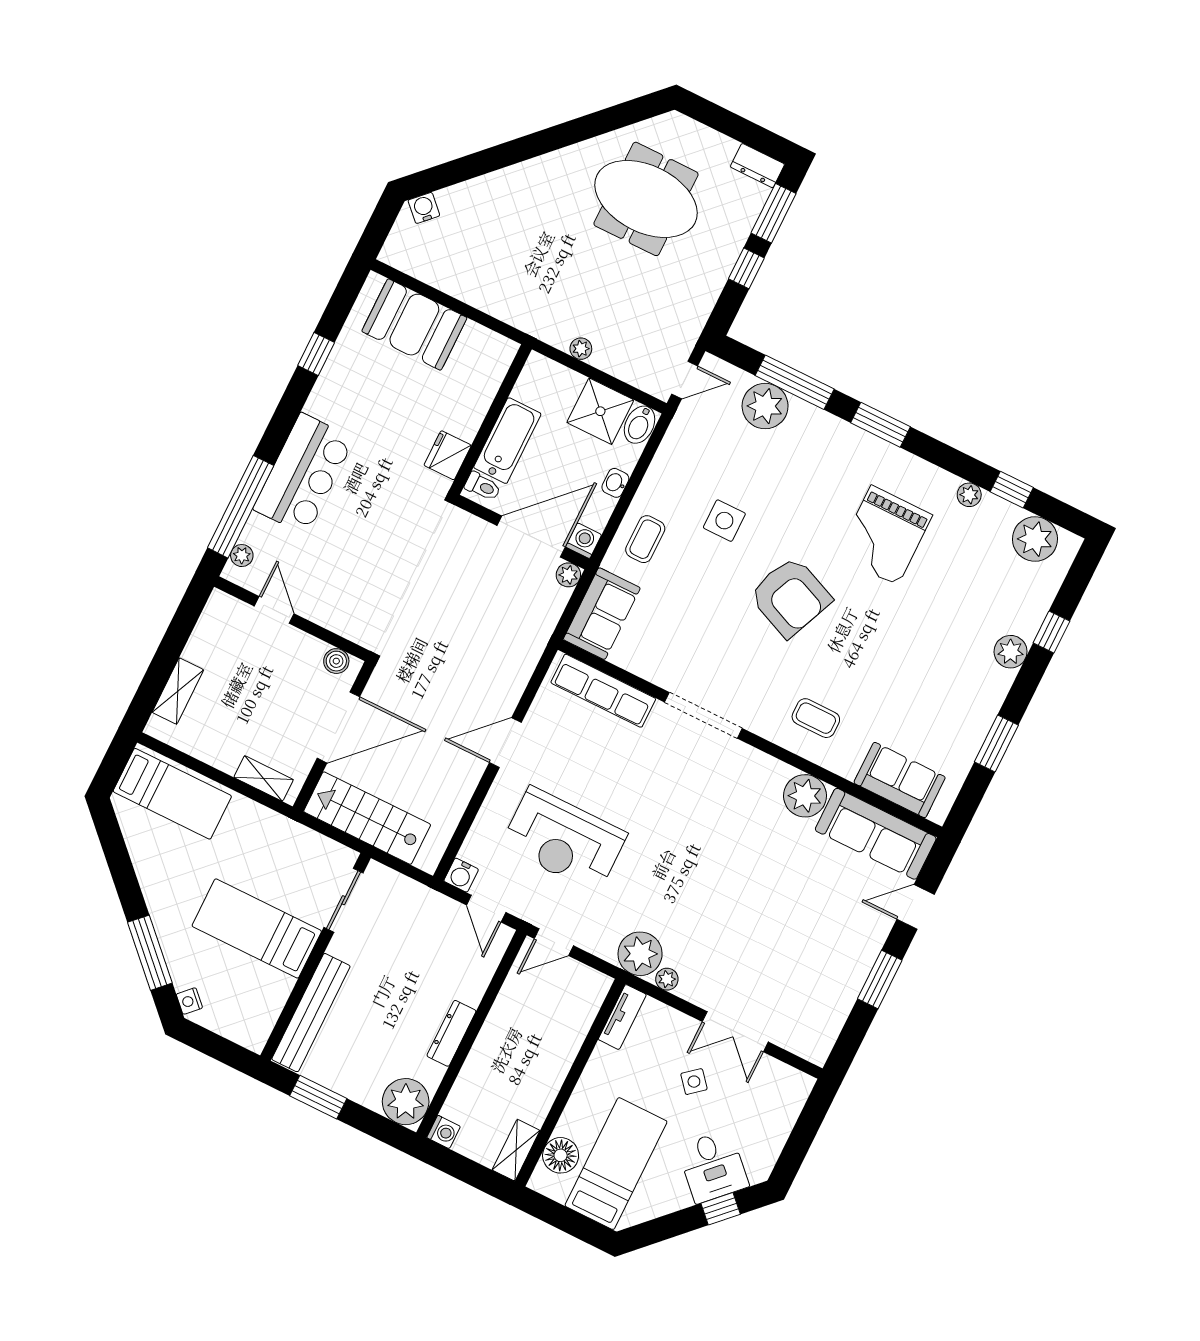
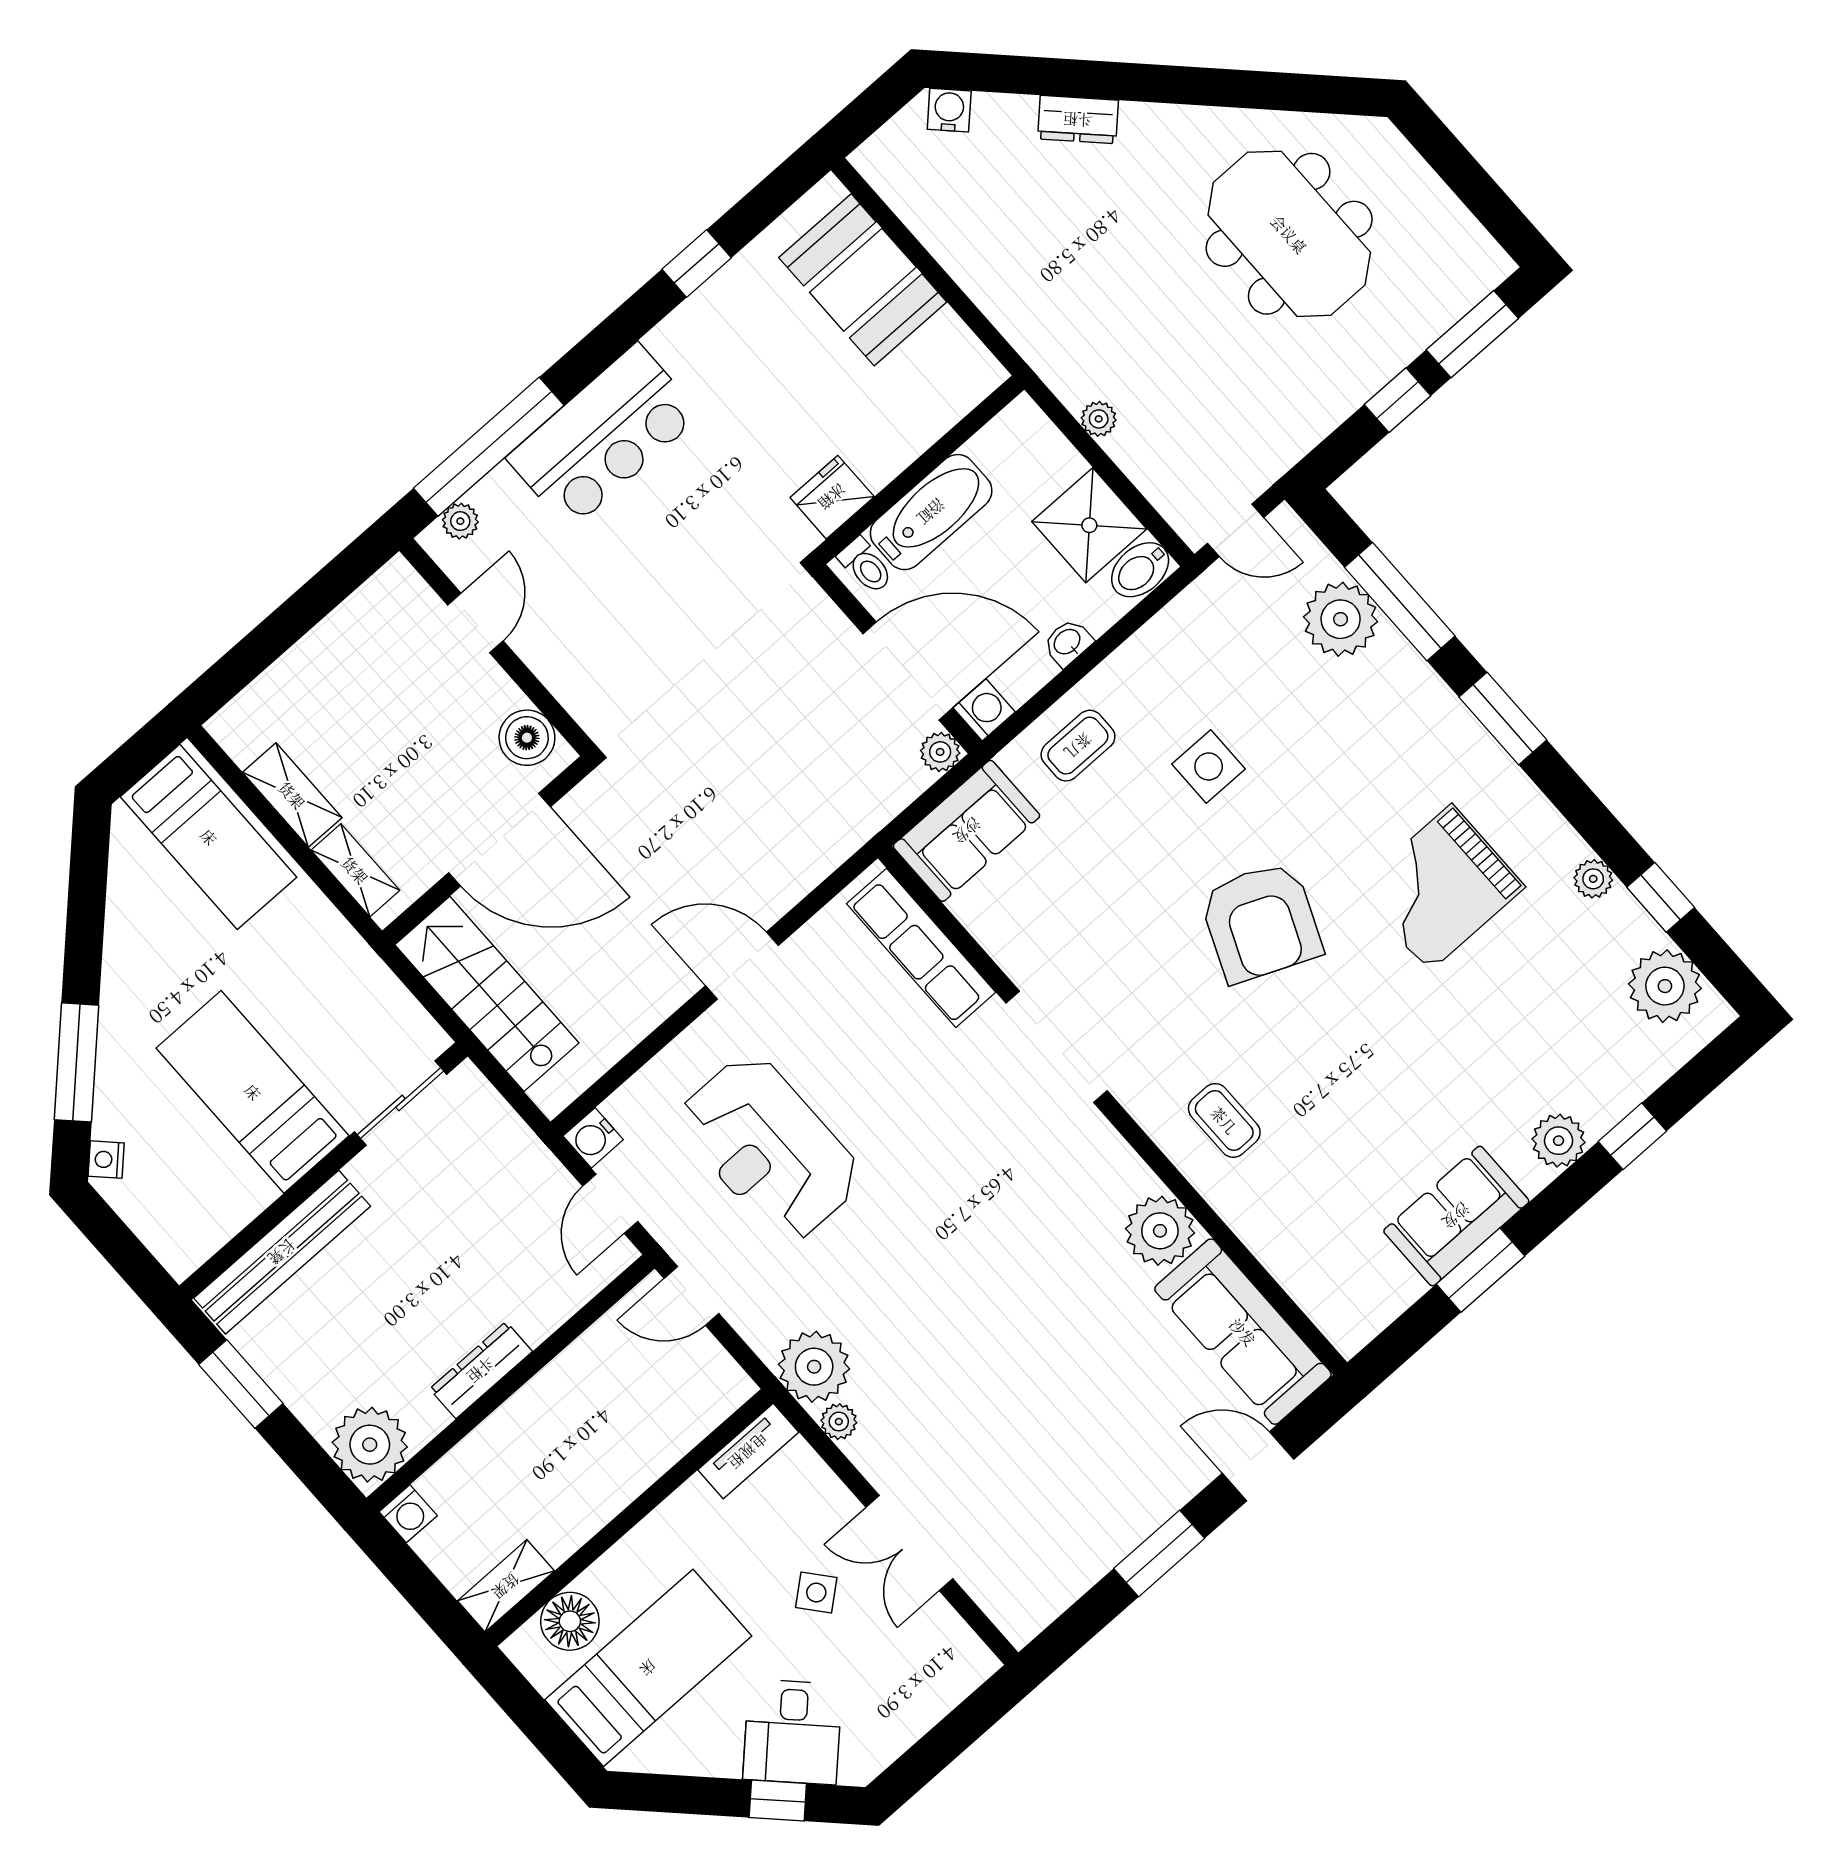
dresser: (757, 166) -> (1078, 120), moved, turned -45
boiler: (336, 661) -> (527, 738), width x1.36, depth x1.36
shelving: (178, 691) -> (292, 795), moved, turned 90
sofa: (900, 780) -> (1456, 1216), moved, turned -90

